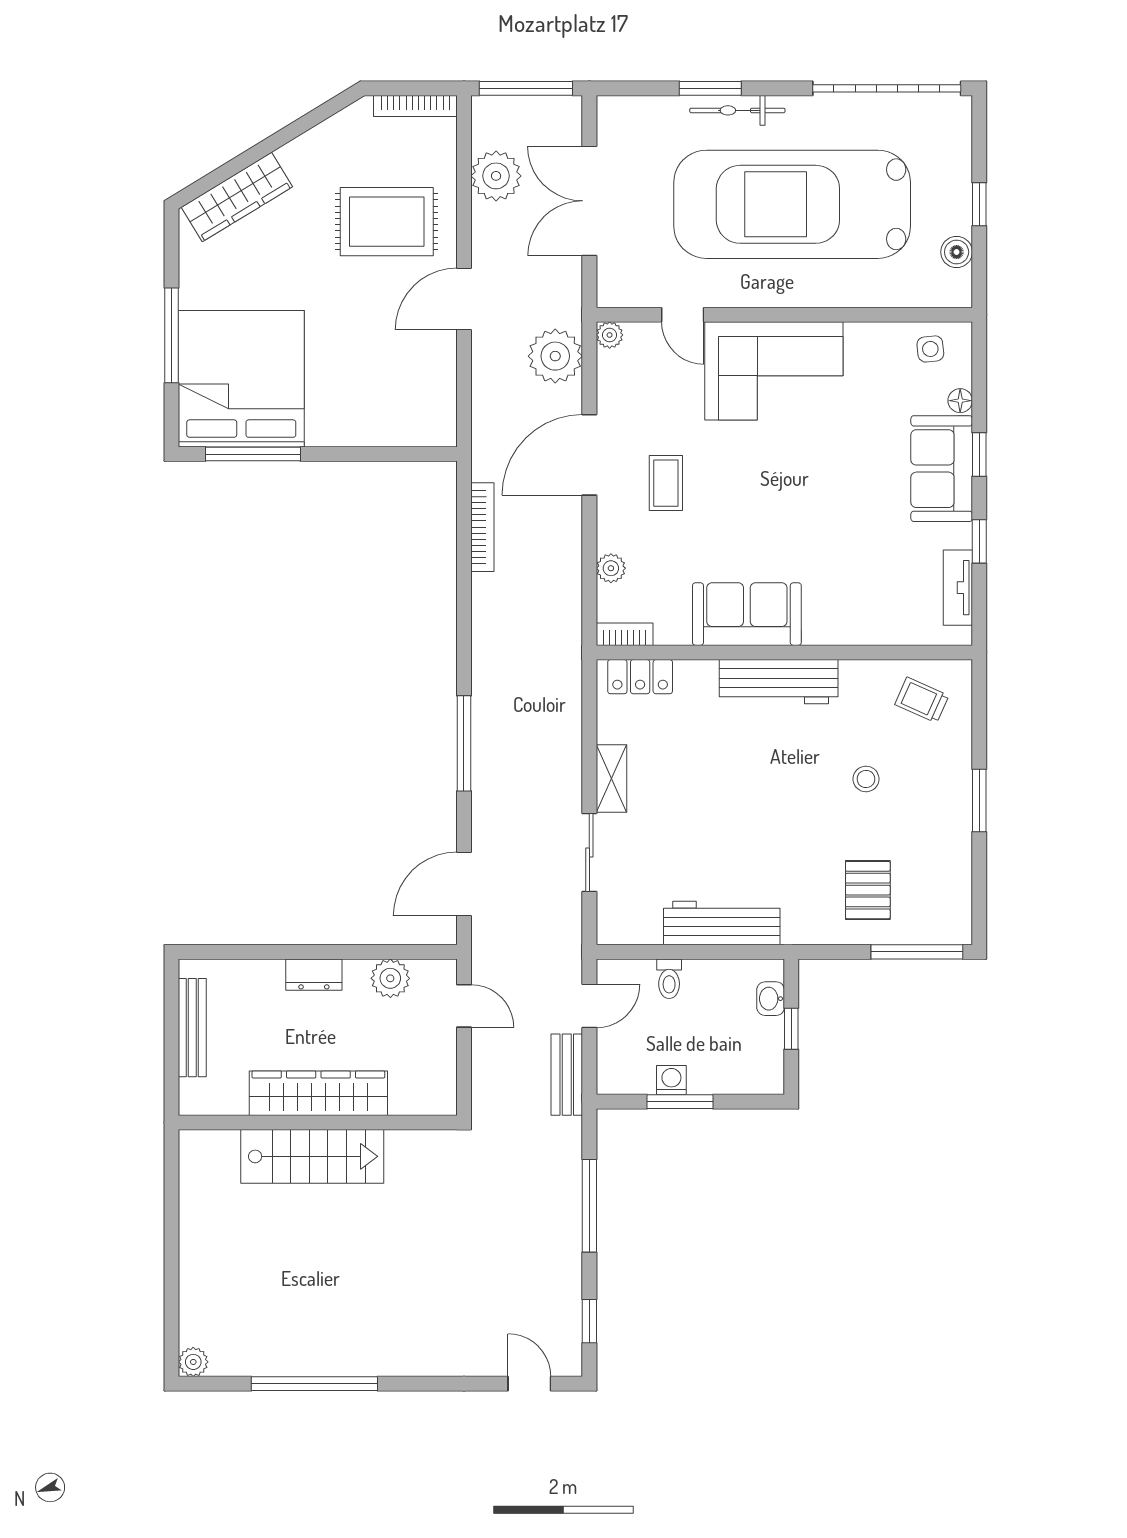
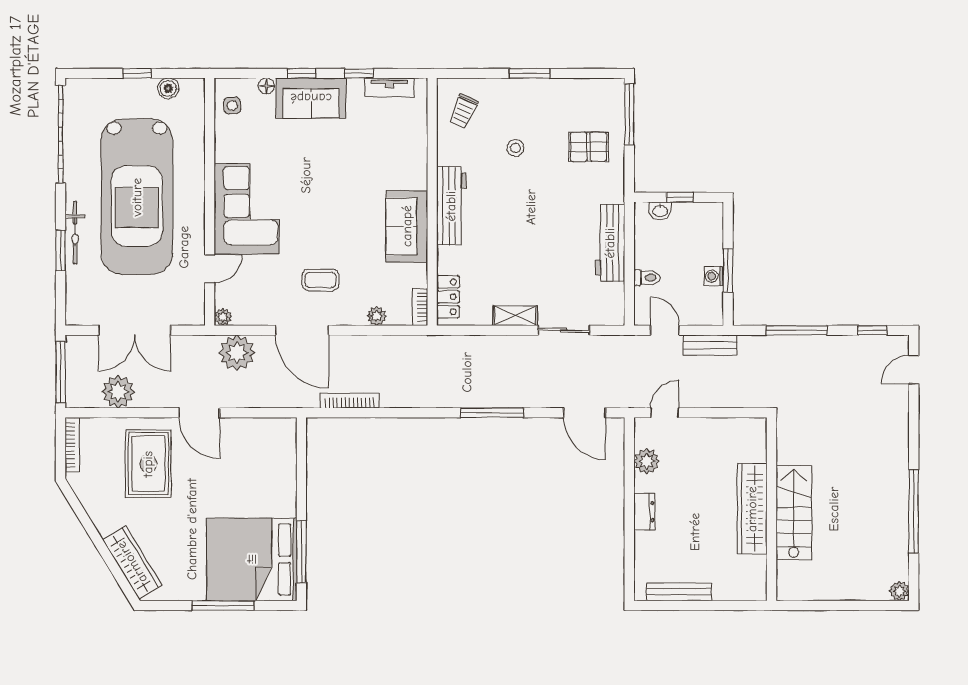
wardrobe: (318, 1093) -> (752, 509), moved
wall: (318, 1123) -> (772, 509), moved
stairs: (312, 1156) -> (794, 513), moved

